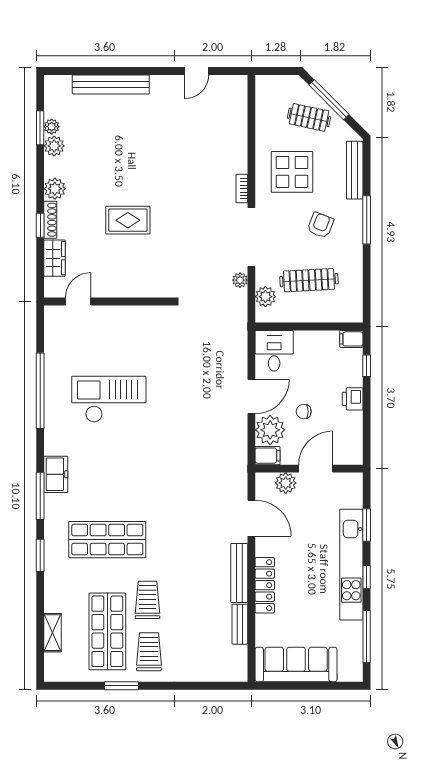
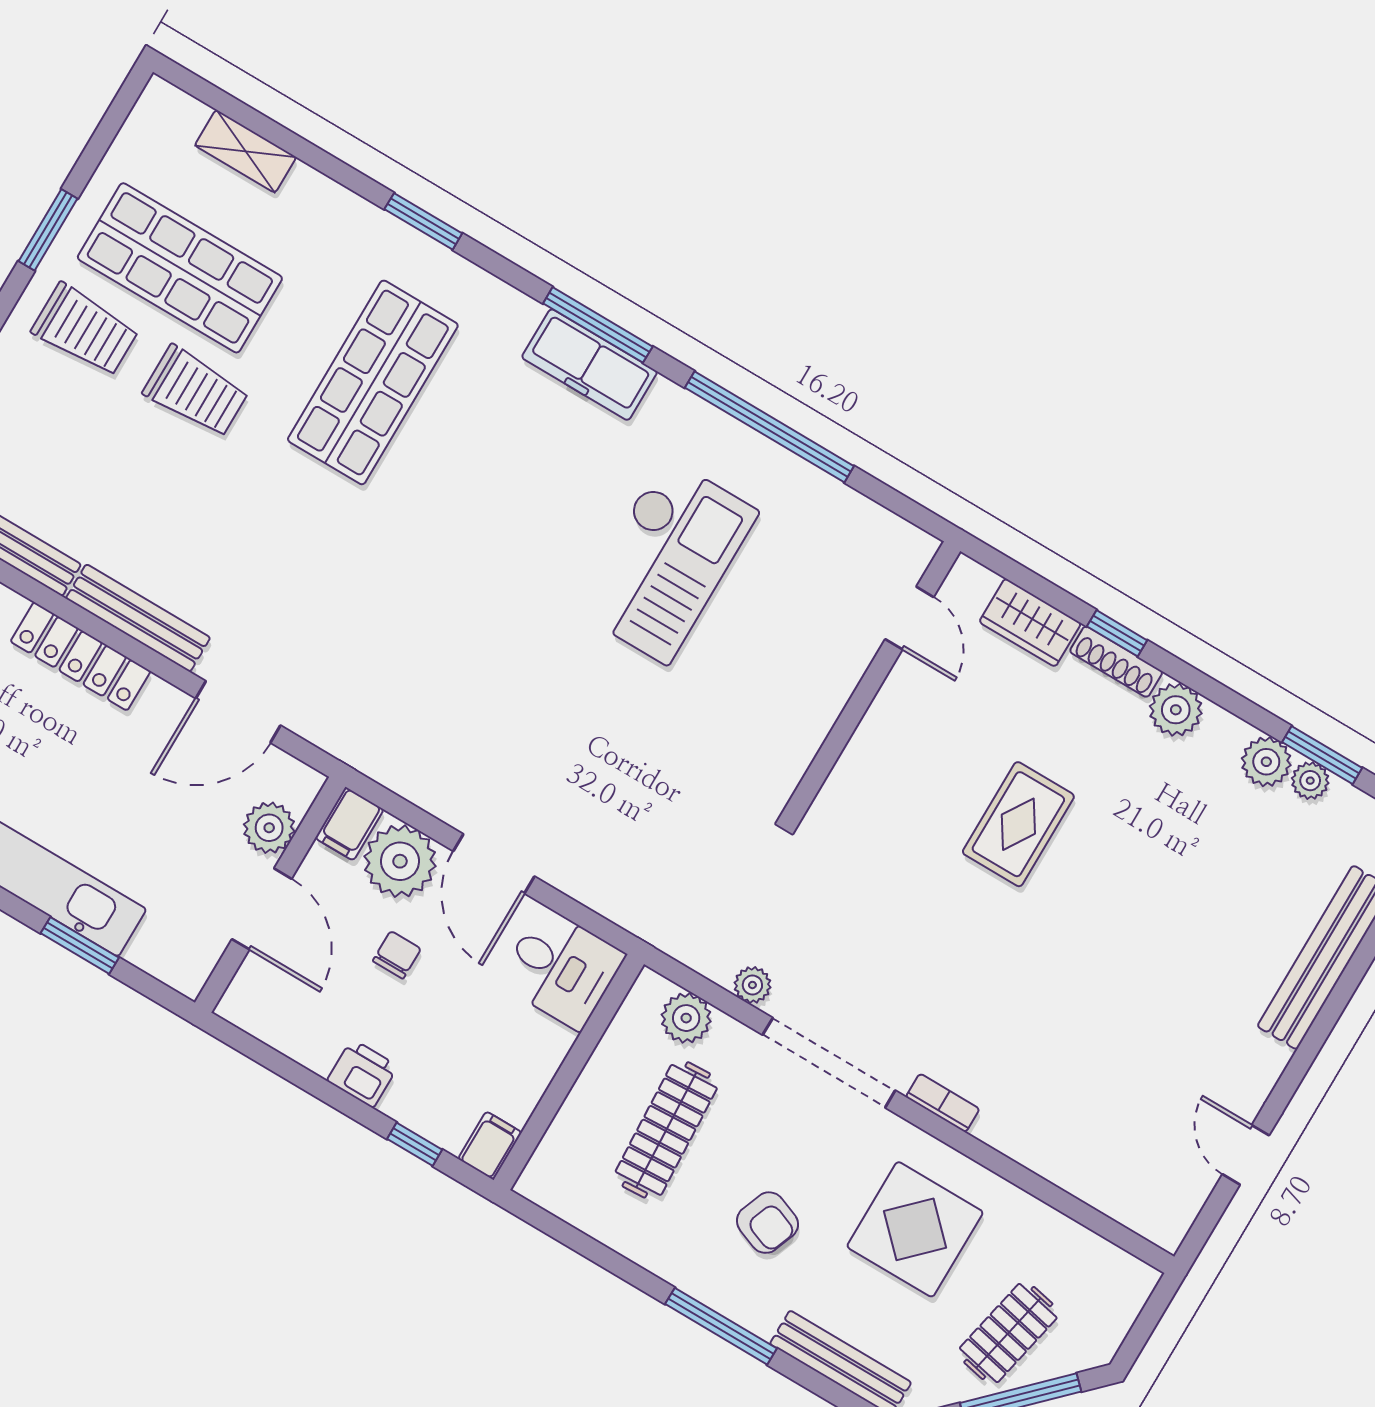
freezer: (56, 474) -> (589, 365), width x1.40
window: (40, 496) -> (598, 325), moved

